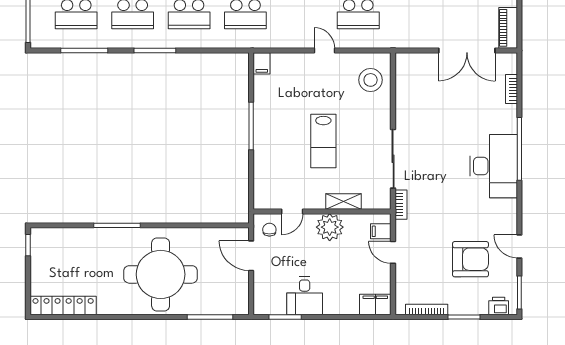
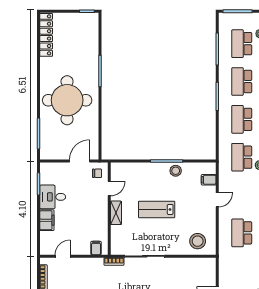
door: (325, 51) -> (217, 200), moved
filing cabinet: (262, 63) -> (209, 180), moved
stool: (266, 113) -> (176, 171), added
shelving: (343, 201) -> (116, 213), moved
door: (292, 211) -> (109, 189), swing flipped
plant: (330, 227) -> (99, 214), removed
door: (393, 252) -> (63, 256), moved
filing cabinet: (375, 305) -> (47, 220), moved

